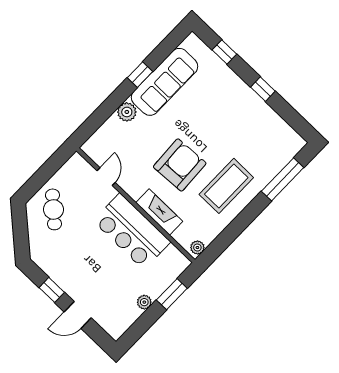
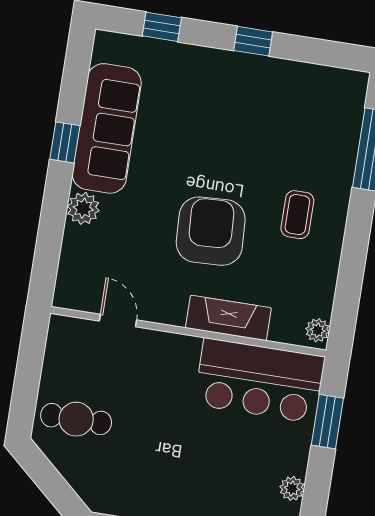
coffee table: (226, 186) -> (297, 215), width x0.54, depth x0.58
cafe table: (53, 209) -> (76, 419), turned -42
bar counter: (132, 231) -> (259, 381), moved
plant: (144, 302) -> (292, 488), moved

